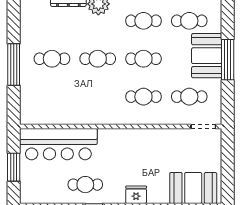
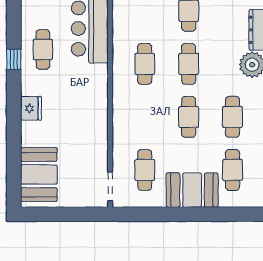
window: (228, 60) -> (188, 214), removed
cafe table: (143, 97) -> (145, 64), moved

